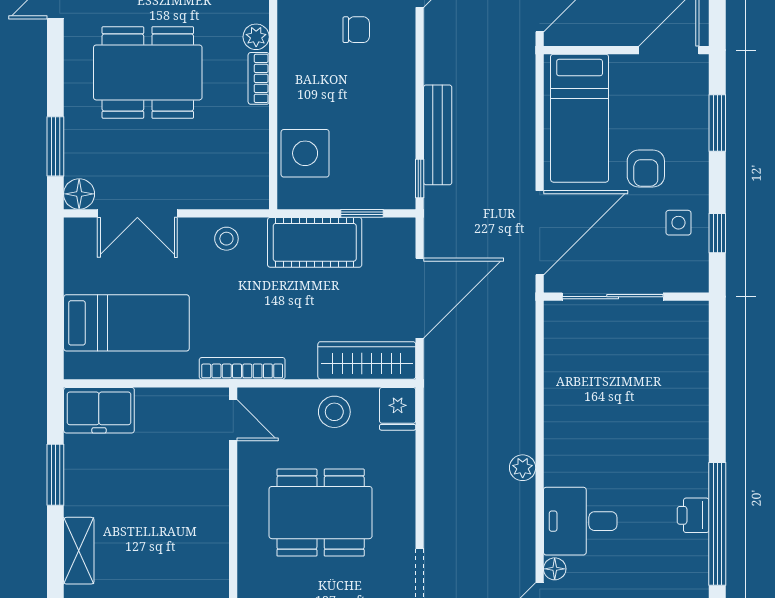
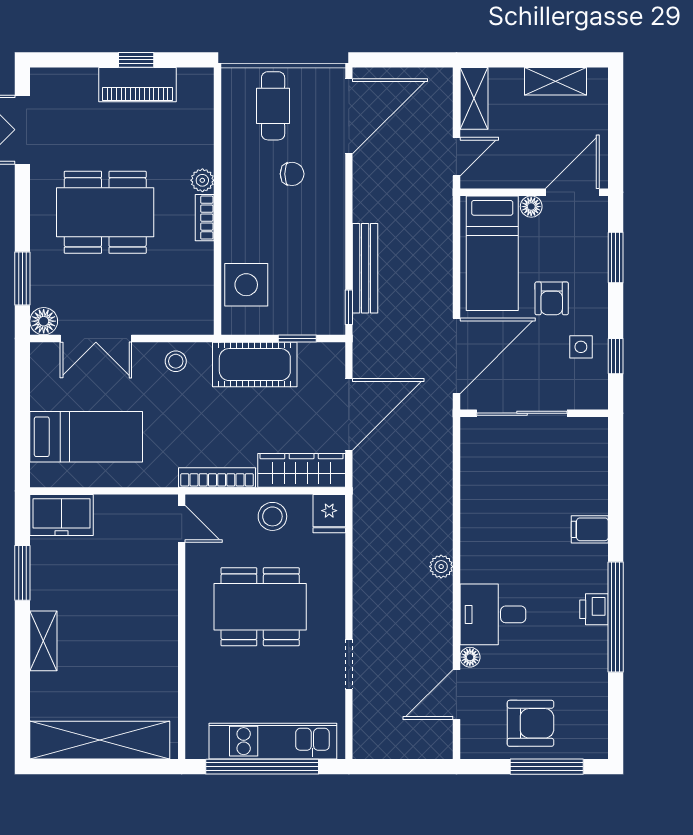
floor lamp: (623, 66) -> (531, 207), added
bookcase: (242, 368) -> (217, 477), moved
filing cabinet: (688, 426) -> (590, 529), added

